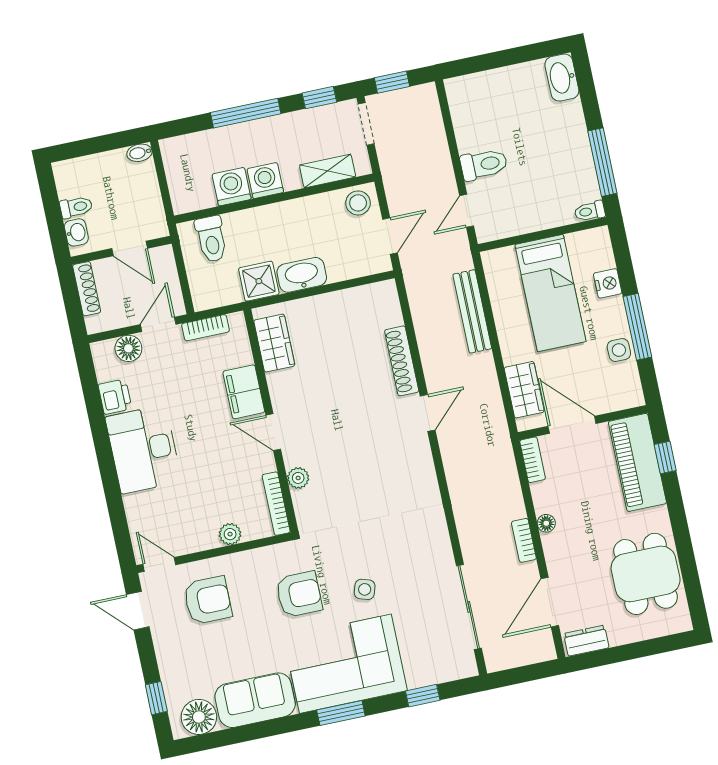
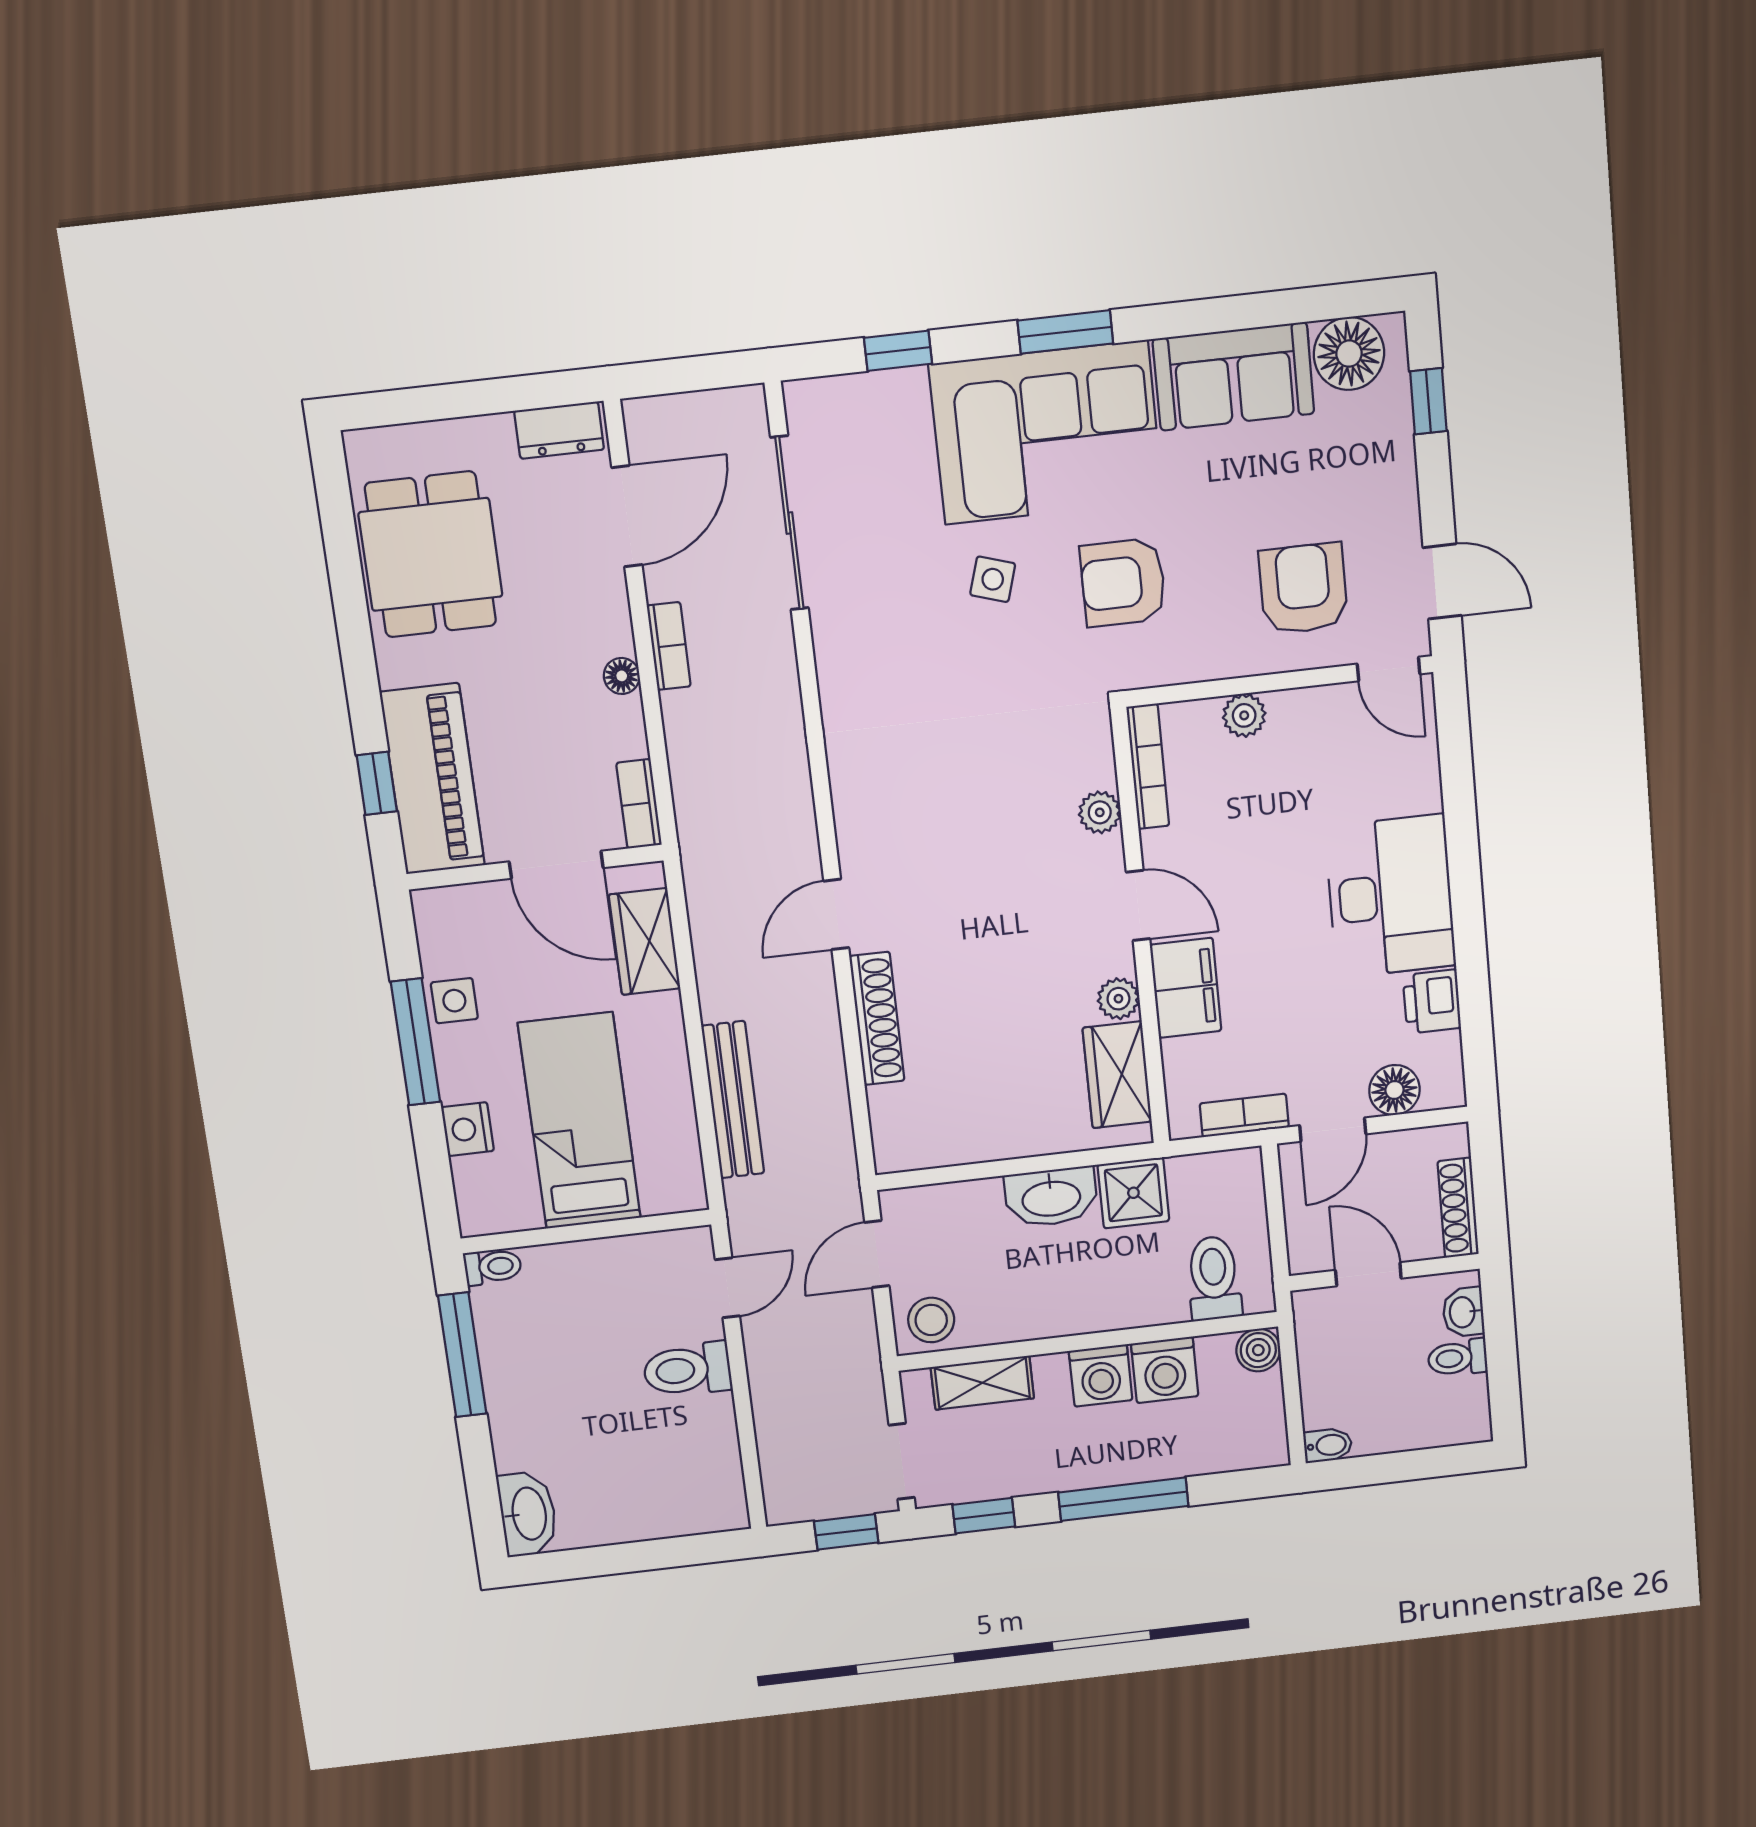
boiler: (183, 202) -> (1258, 1350), added
plant: (278, 383) -> (1118, 999), added
armchair: (208, 600) -> (1303, 589), turned 90

